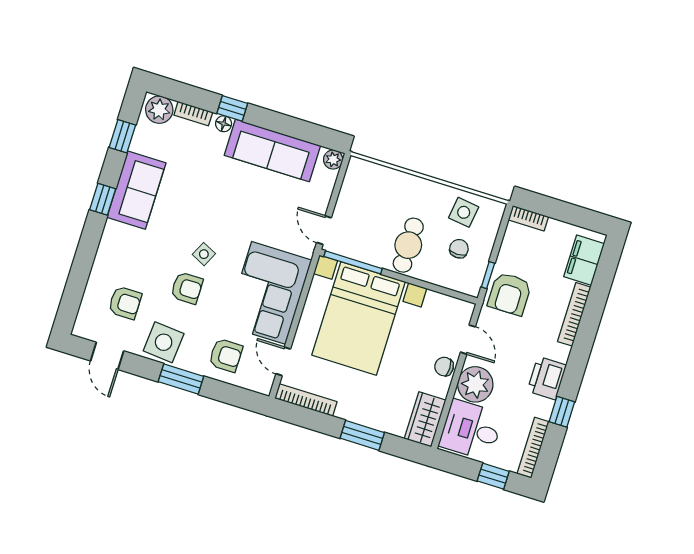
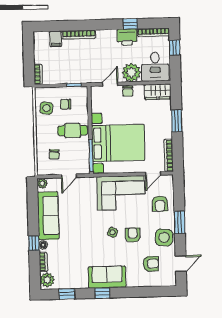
sofa: (136, 190) -> (107, 277), moved
chair: (377, 198) -> (54, 154), added
door: (324, 230) -> (69, 176), moved
filing cabinet: (584, 260) -> (56, 39), width x0.50
armchair: (510, 294) -> (80, 71), removed
armchair: (125, 303) -> (151, 264), turned 90
armchair: (226, 355) -> (160, 204), turned 180
printer: (547, 378) -> (127, 37), moved

